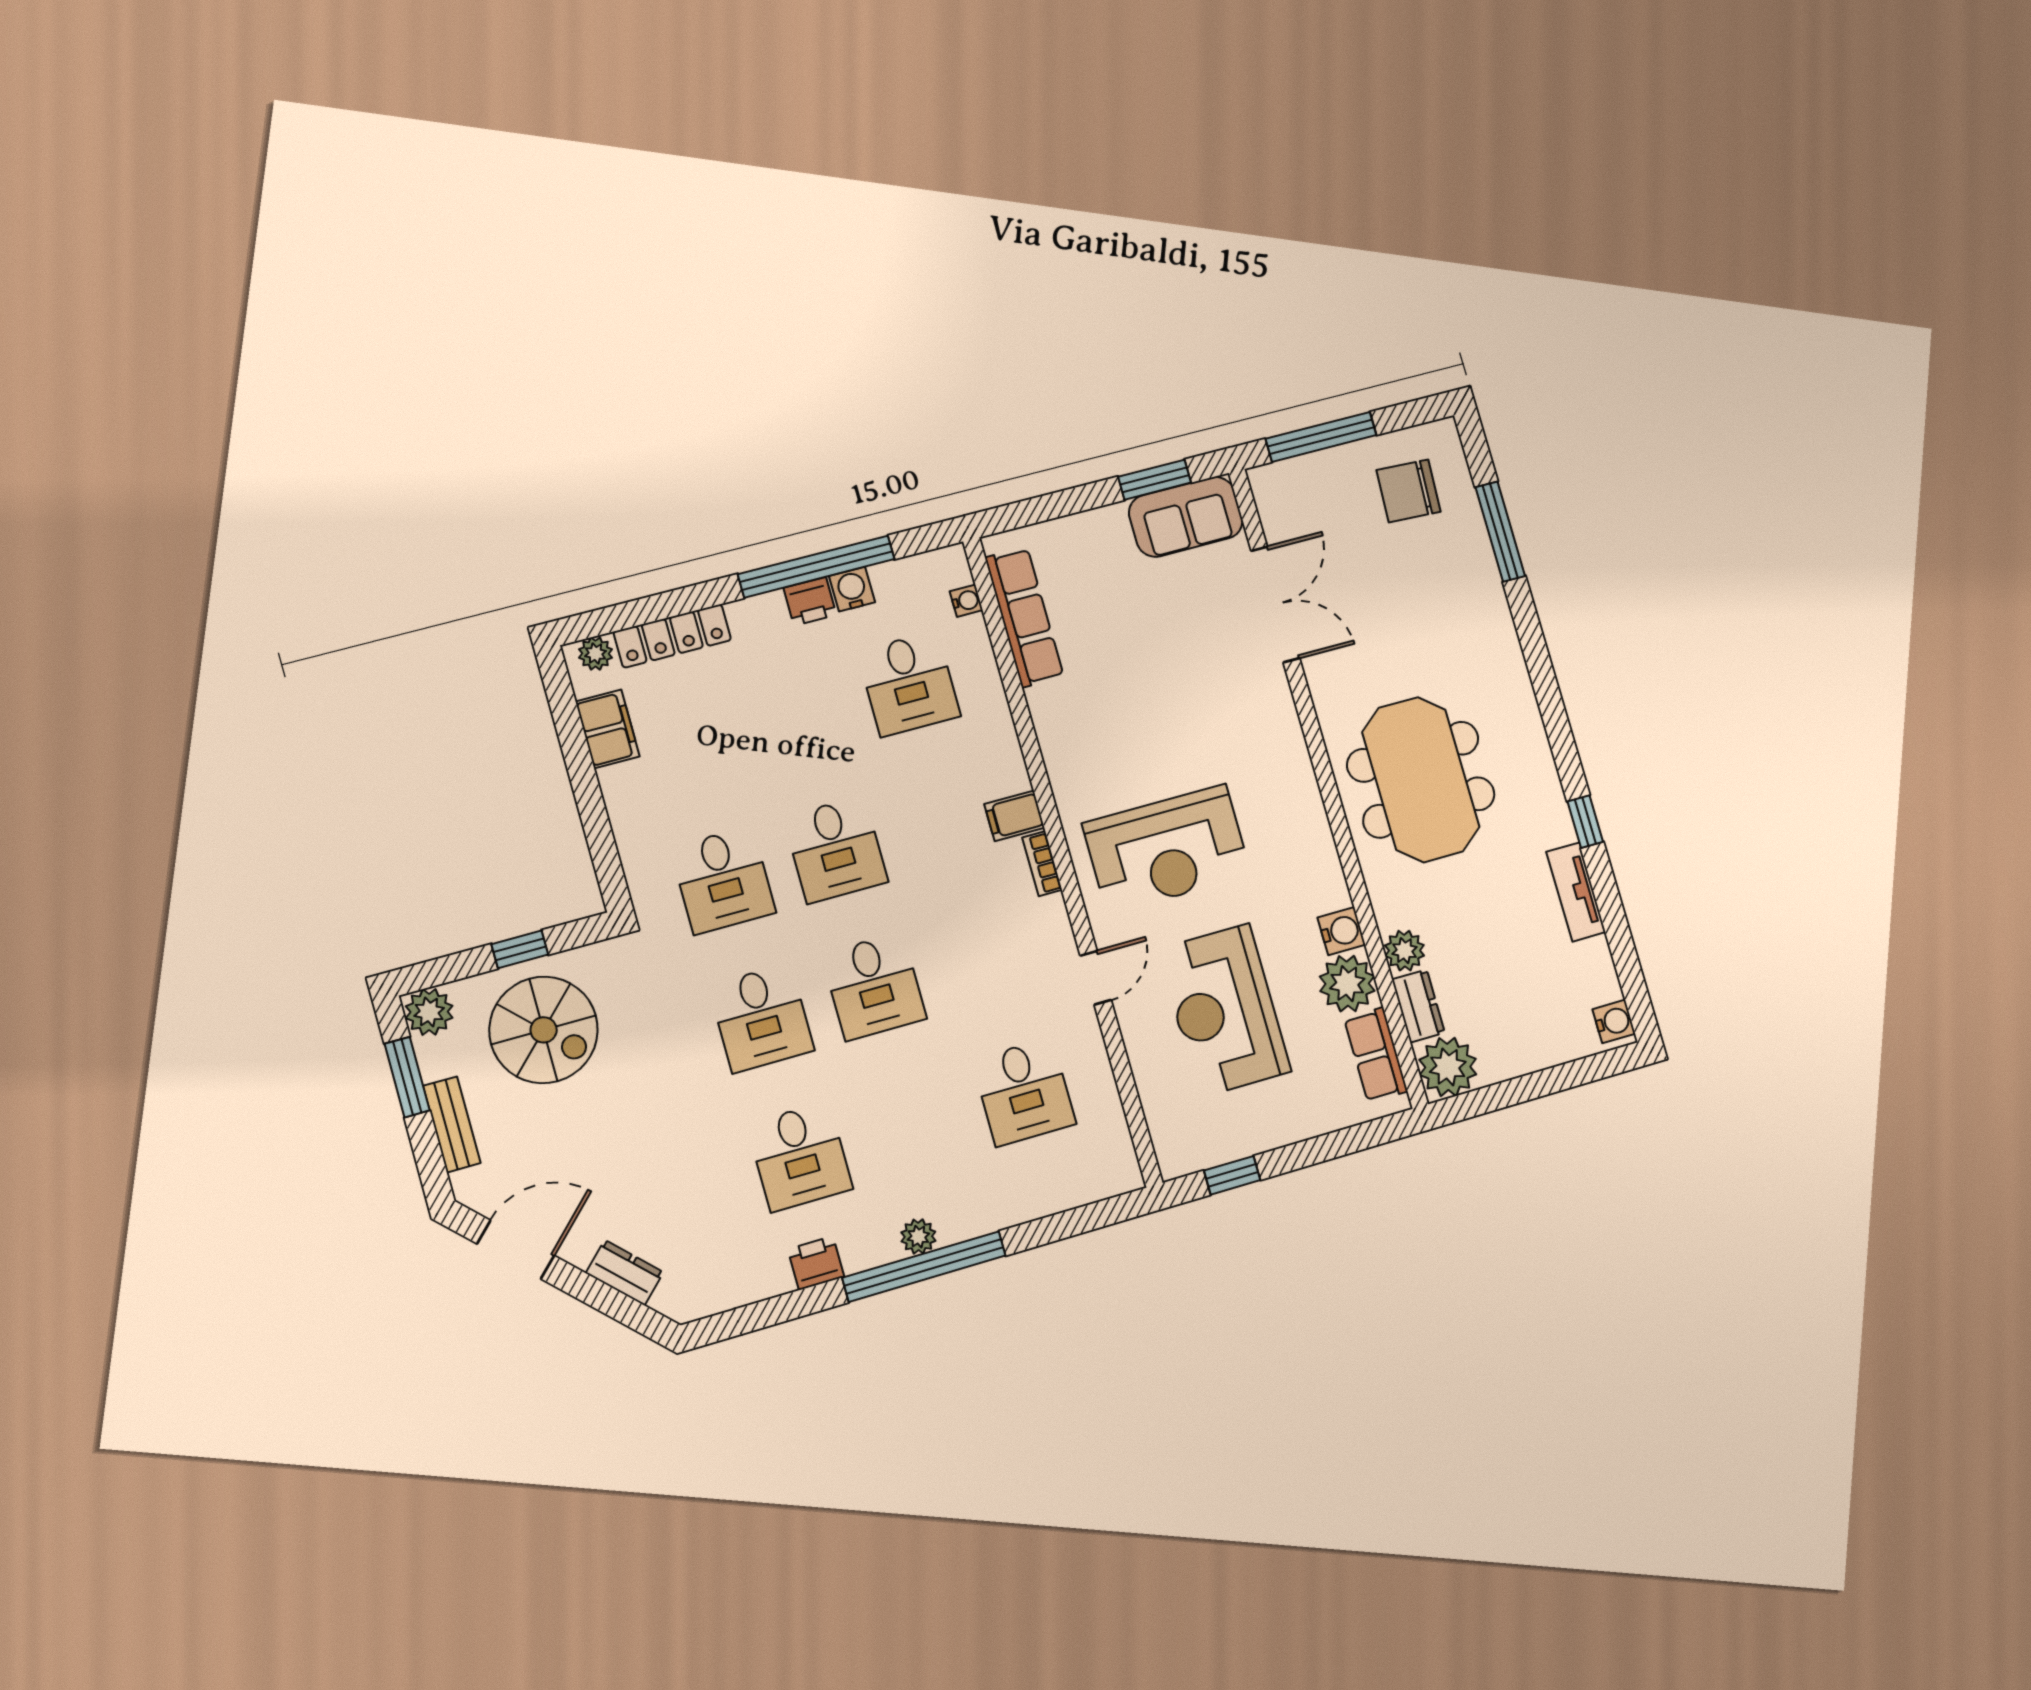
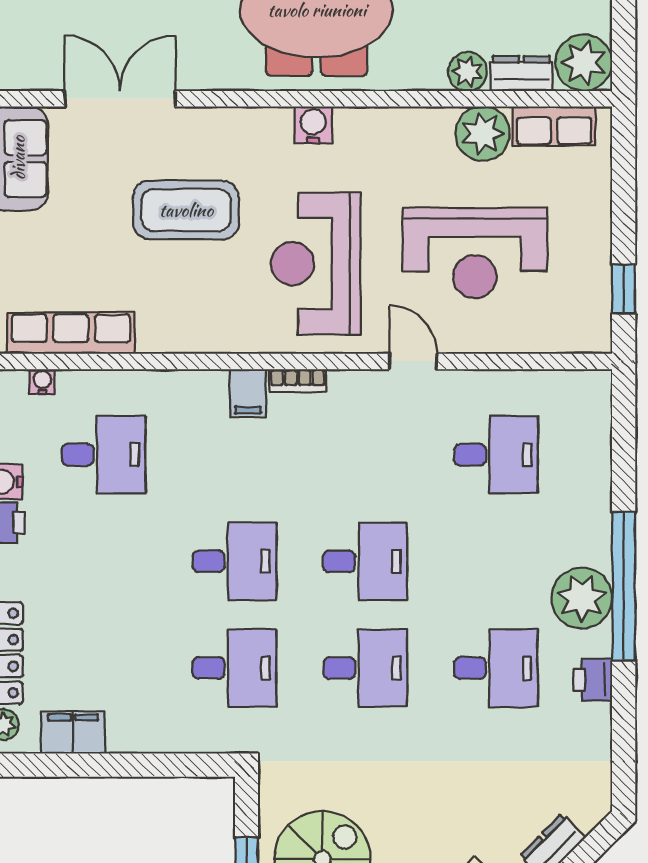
coffee table: (1183, 702) -> (186, 210), added
reception desk: (1167, 849) -> (316, 264), turned 180
water cooler: (1341, 931) -> (313, 125), moved
plant: (918, 1237) -> (582, 598), width x1.88, depth x1.88

